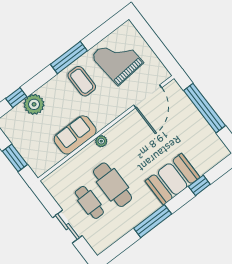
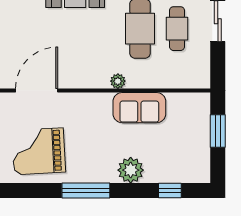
grand piano: (117, 59) -> (39, 151), turned 92
coffee table: (82, 81) -> (91, 157), removed
plant: (34, 104) -> (131, 170), moved

